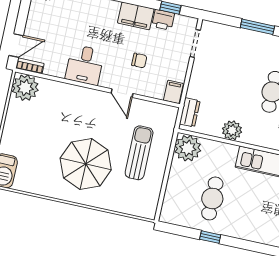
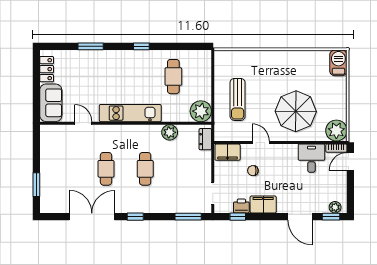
window: (257, 27) -> (188, 217), moved
desk: (85, 65) -> (311, 158), moved
filing cabinet: (173, 92) -> (228, 152), width x2.00
parasol: (86, 164) -> (296, 111), moved
window: (210, 237) -> (141, 46), moved

